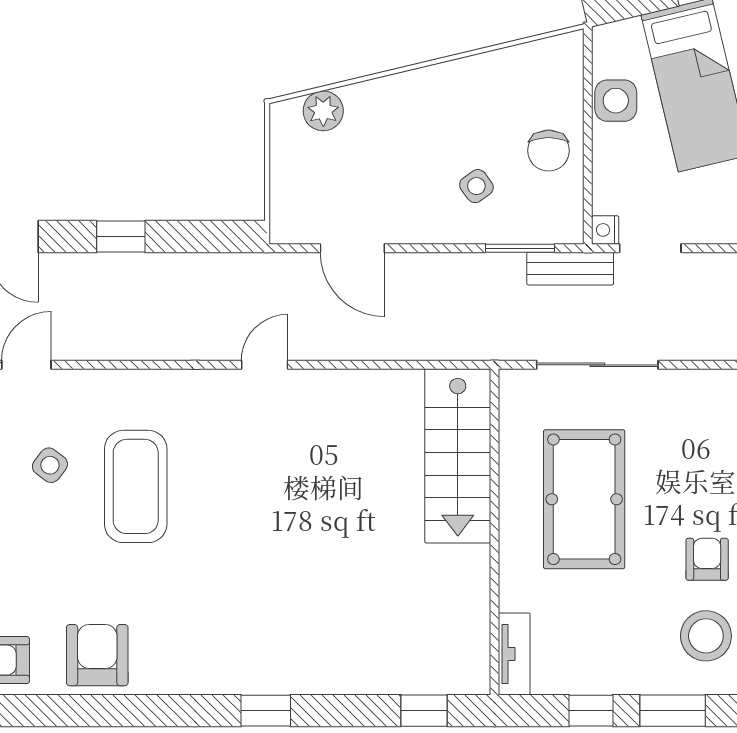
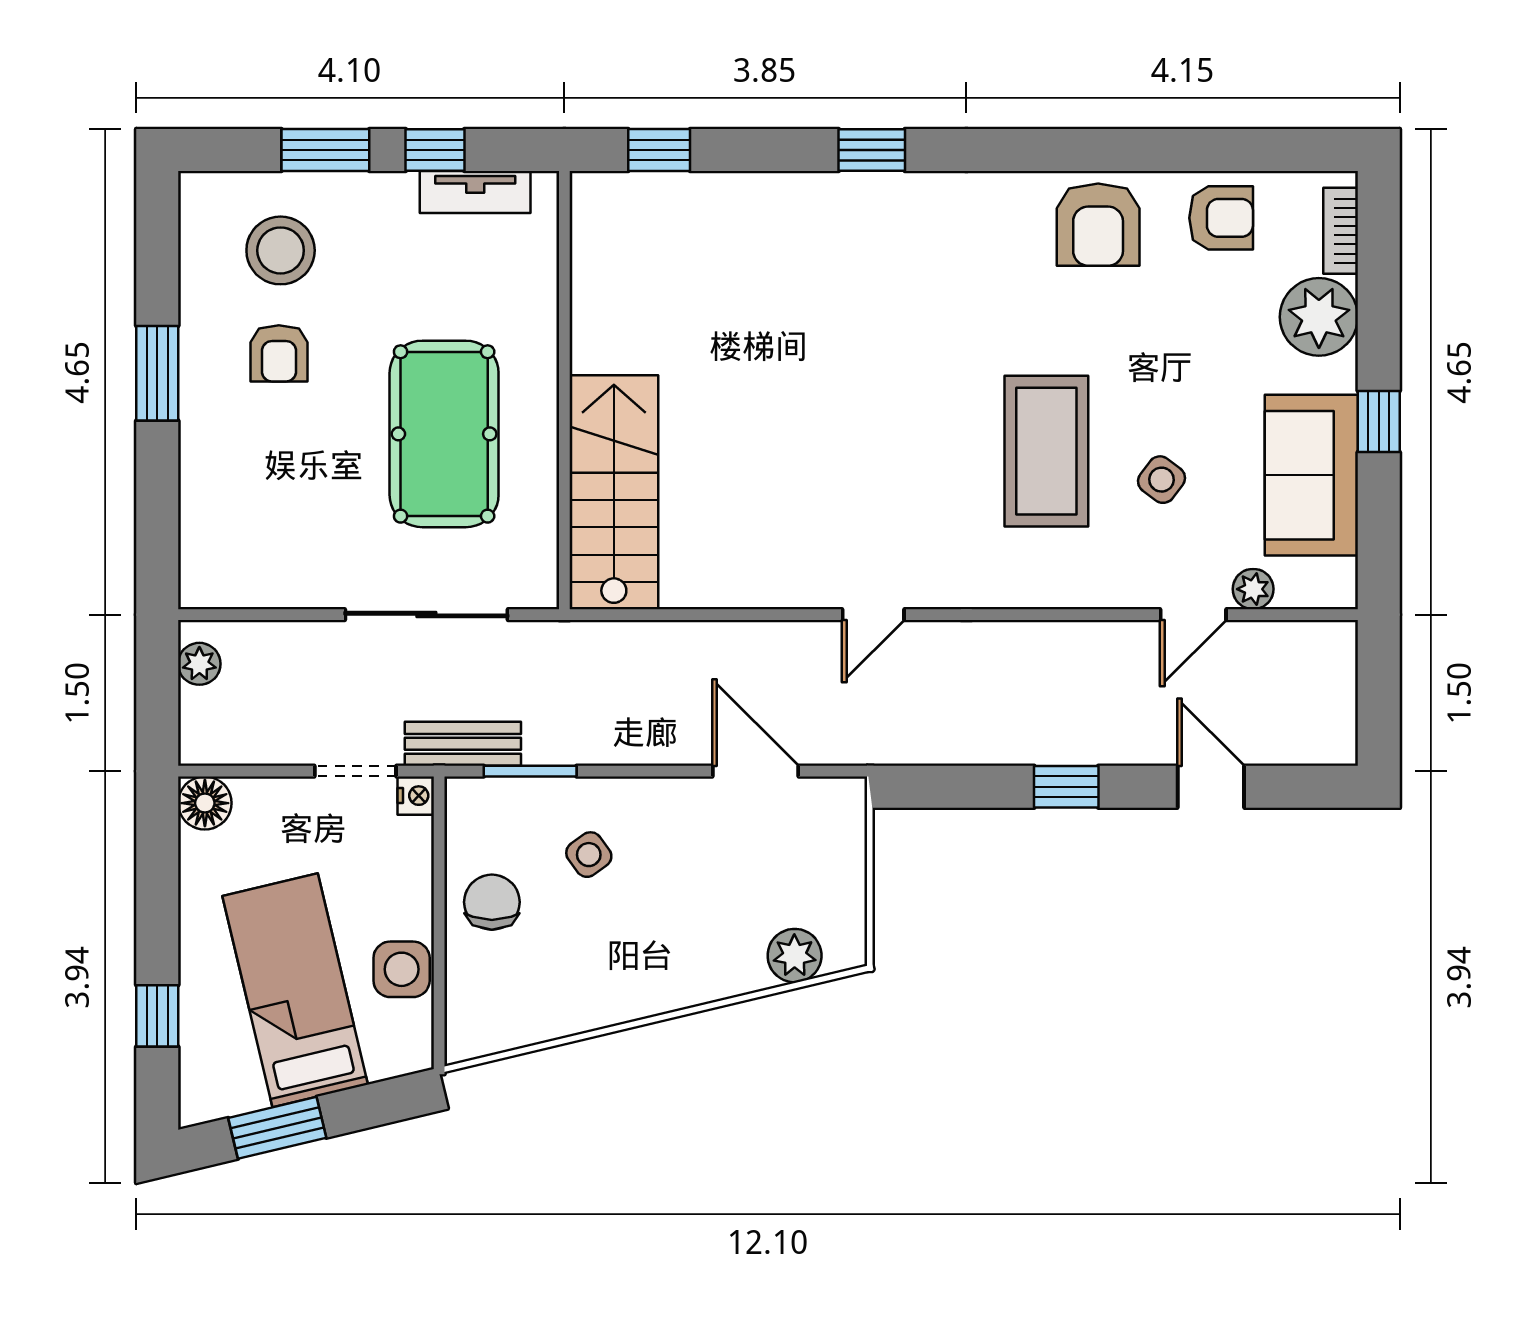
tv unit: (514, 654) -> (475, 192), moved, turned -90

